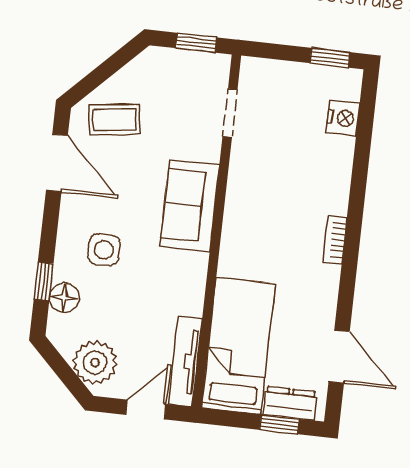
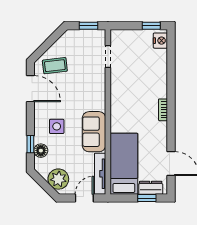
nightstand: (343, 118) -> (160, 41), moved
sofa: (190, 205) -> (94, 132), moved

